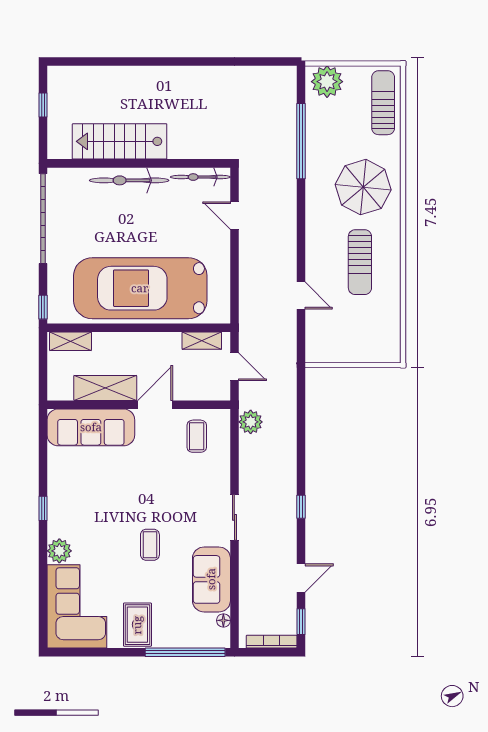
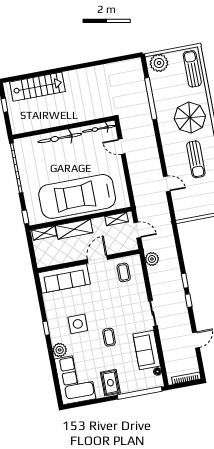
stairs: (120, 141) -> (37, 87), moved, turned 180
shelving: (105, 388) -> (74, 229), moved
side table: (100, 511) -> (78, 324), added
window: (301, 622) -> (185, 281), moved

